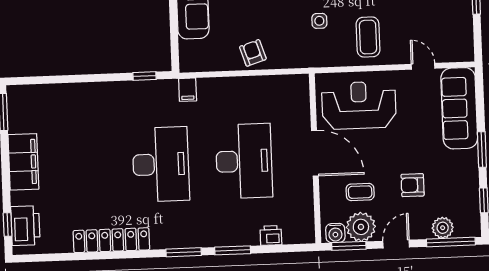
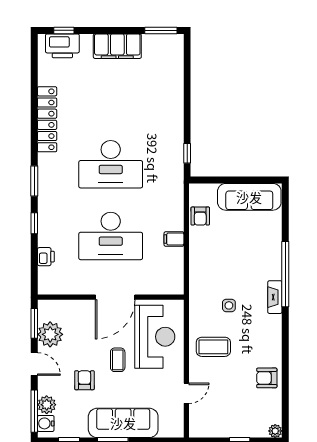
armchair: (253, 53) -> (200, 216), moved, turned 108
filing cabinet: (188, 90) -> (174, 239), moved
sofa: (459, 108) -> (123, 423), moved
coffee table: (360, 192) -> (118, 360), moved
water cooler: (335, 233) -> (46, 423), moved
window: (233, 250) -> (34, 223), width x0.67

